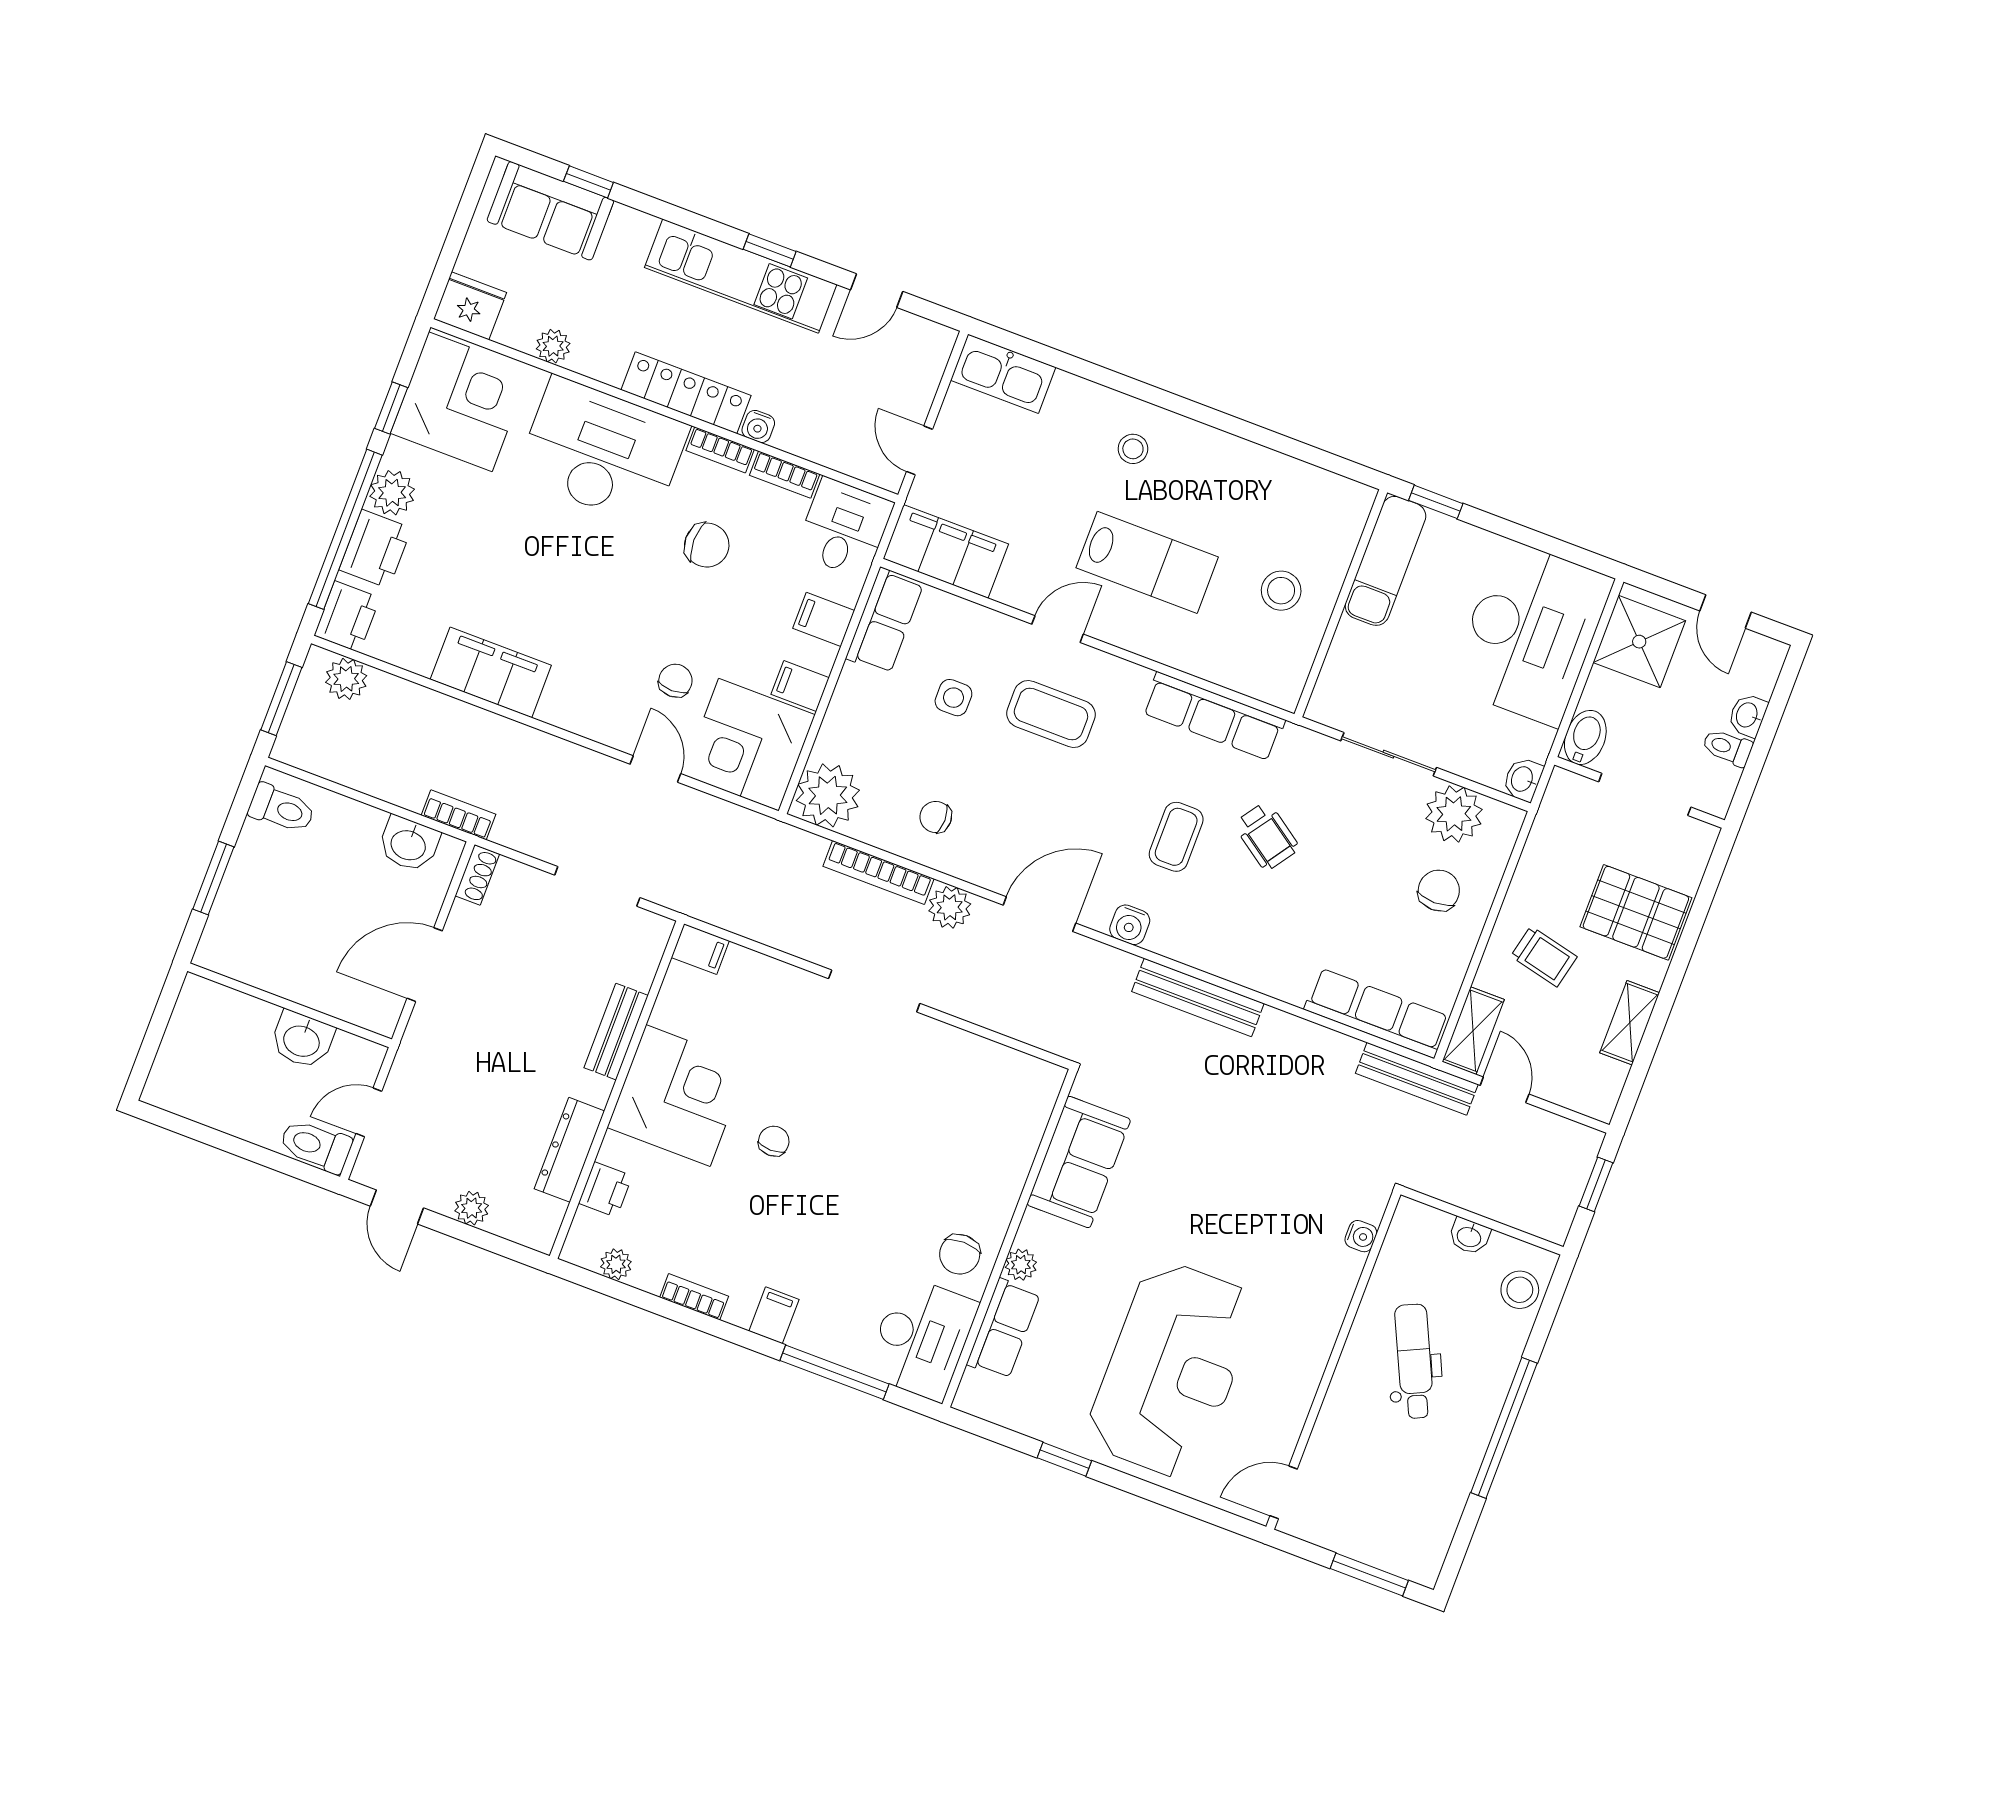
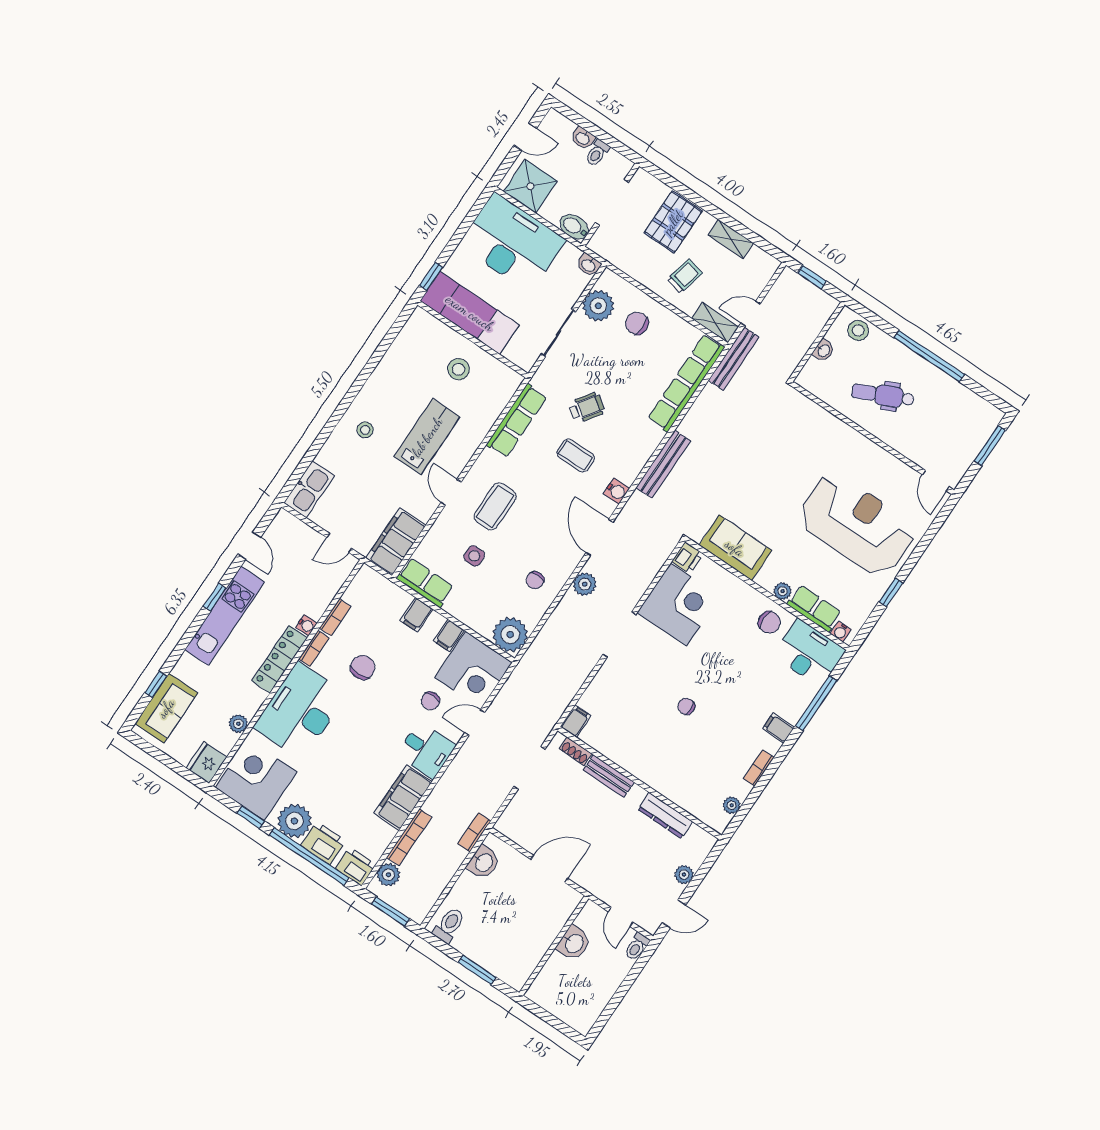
plant: (392, 493) -> (294, 821), width x1.36, depth x1.36
desk: (844, 528) -> (426, 750), moved, turned 180
exam couch: (1385, 561) -> (470, 313), width x1.36, depth x1.45
chair: (675, 681) -> (430, 701), turned -90
bookcase: (879, 872) -> (409, 837), moved
shoe rack: (477, 875) -> (576, 751), moved, turned 180
door: (425, 965) -> (549, 869), swing flipped
row of seats: (1377, 1013) -> (686, 383), width x1.36
corner desk: (678, 1096) -> (678, 605), moved, turned 90
toilet: (316, 1146) -> (637, 947), width x0.73, depth x0.72
printer: (605, 1190) -> (687, 558), moved, turned 90
water cooler: (1361, 1236) -> (841, 632), moved, turned 180

